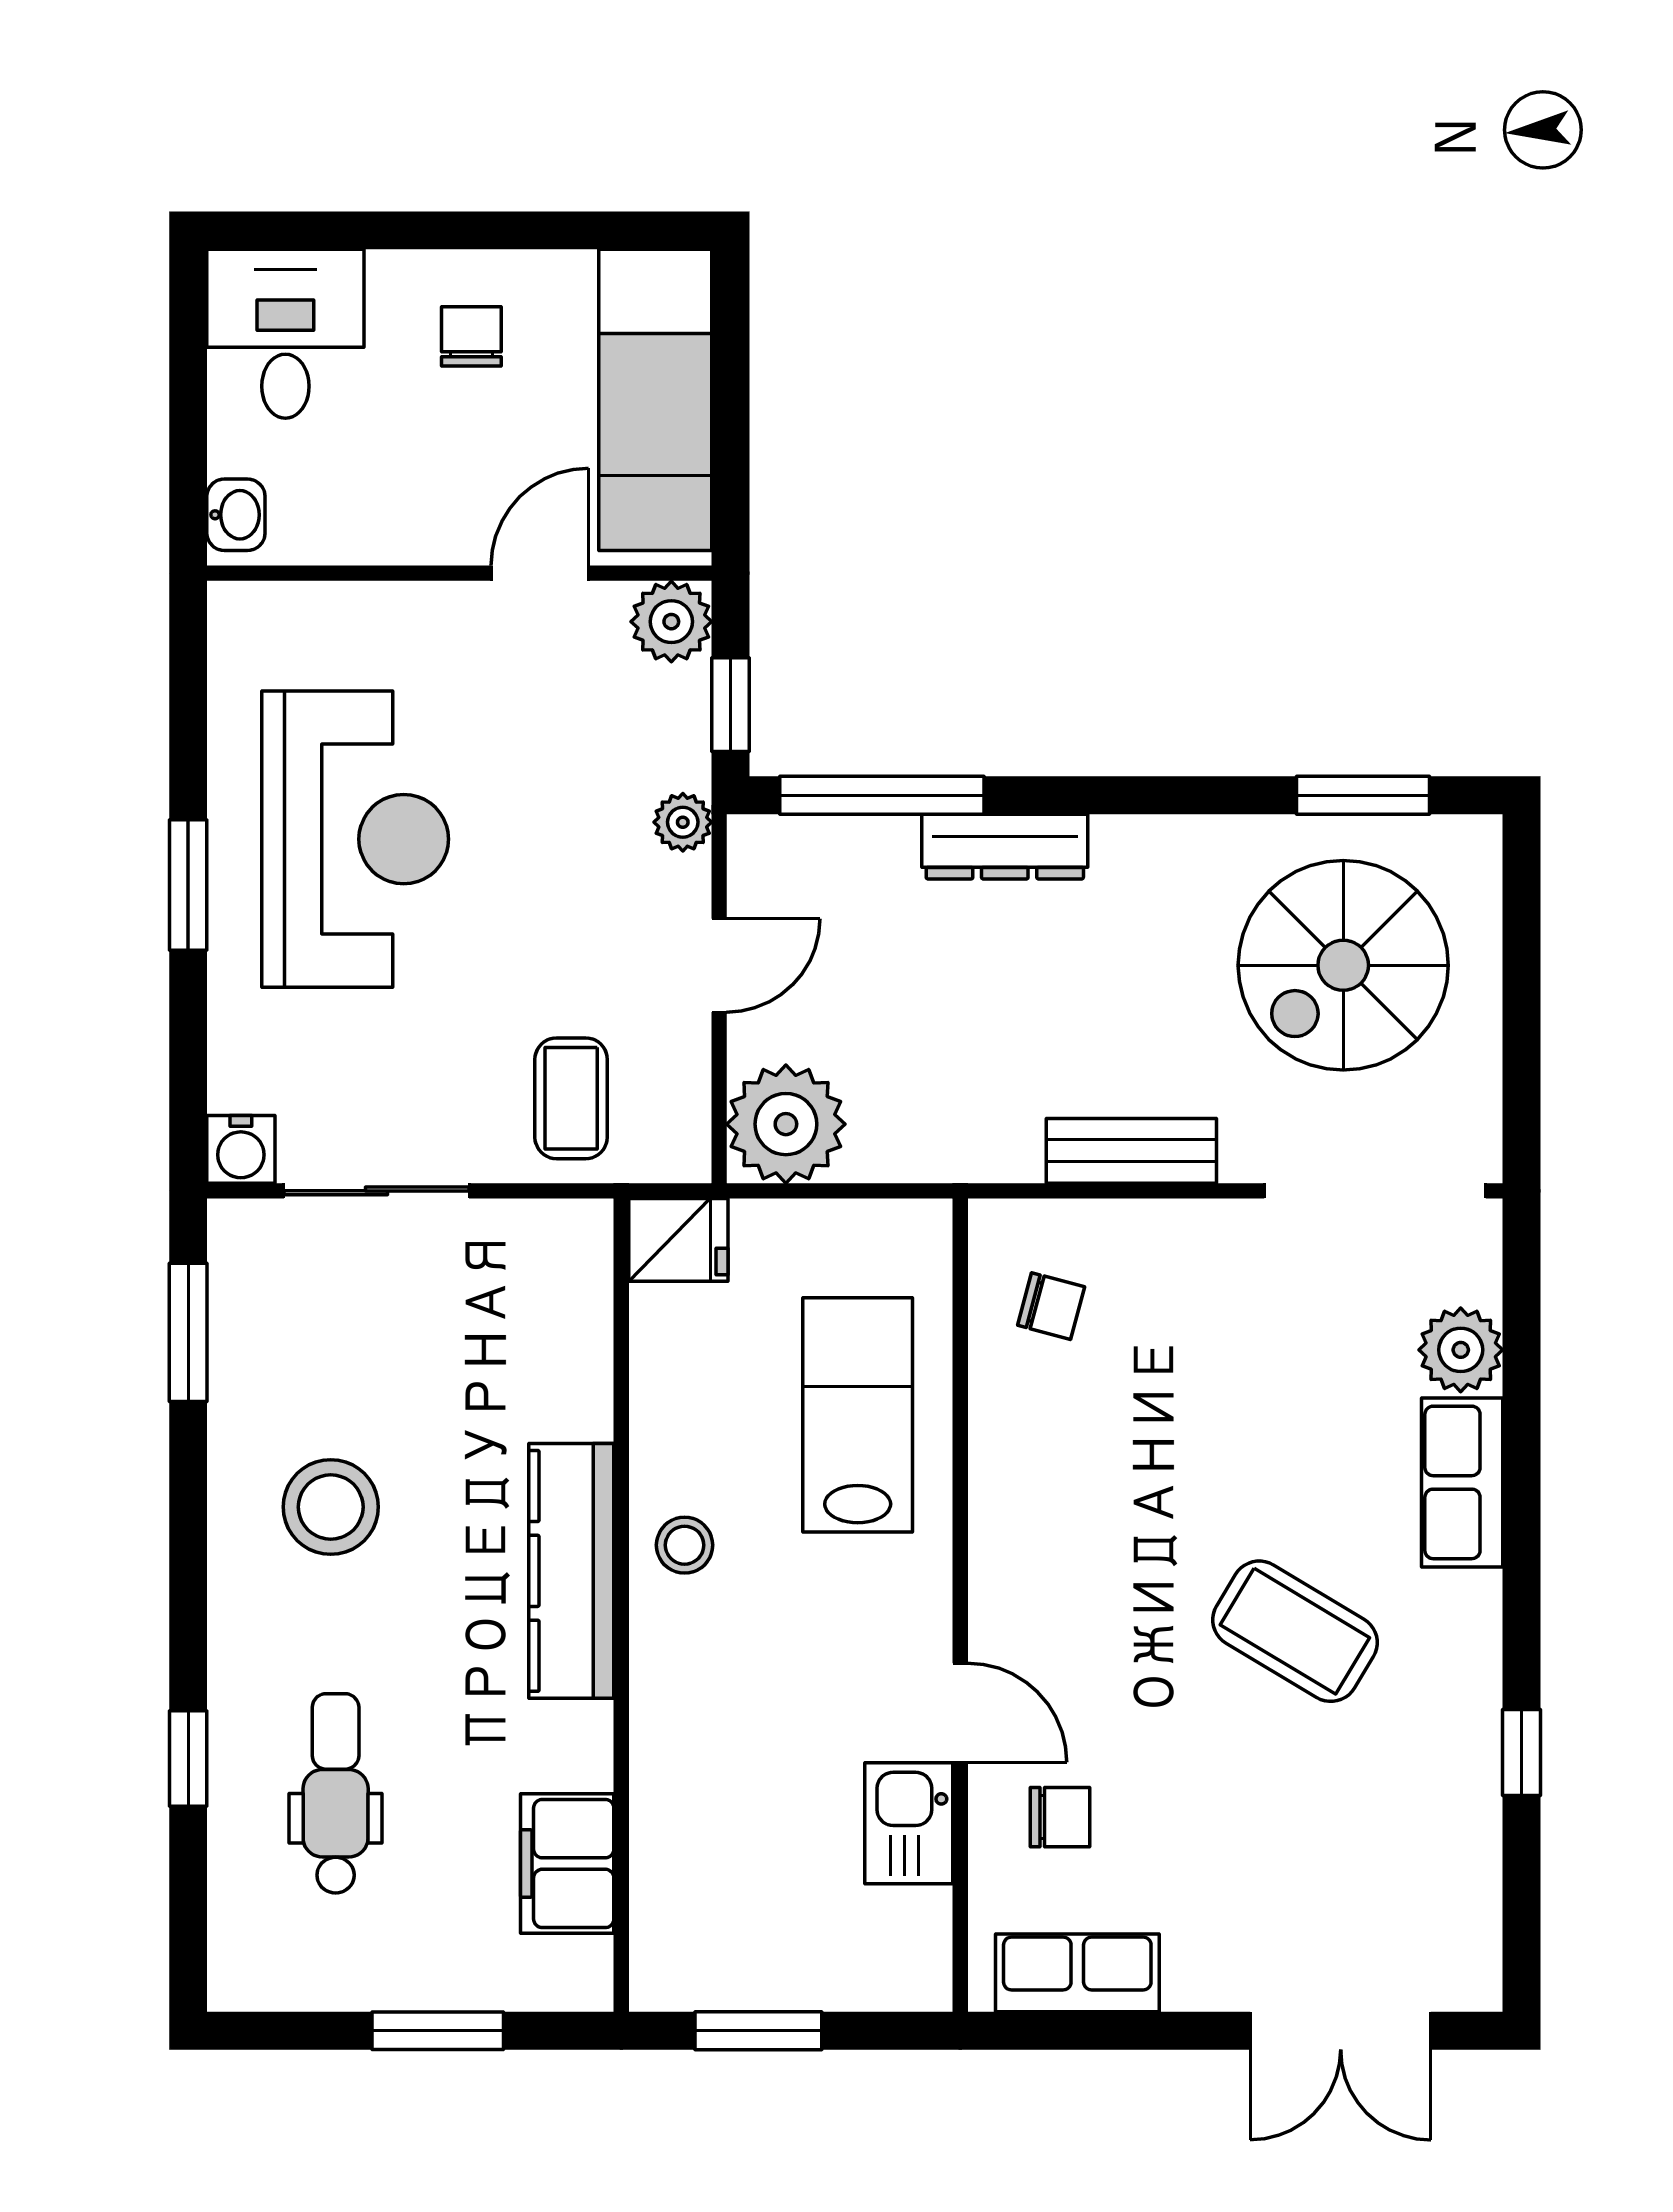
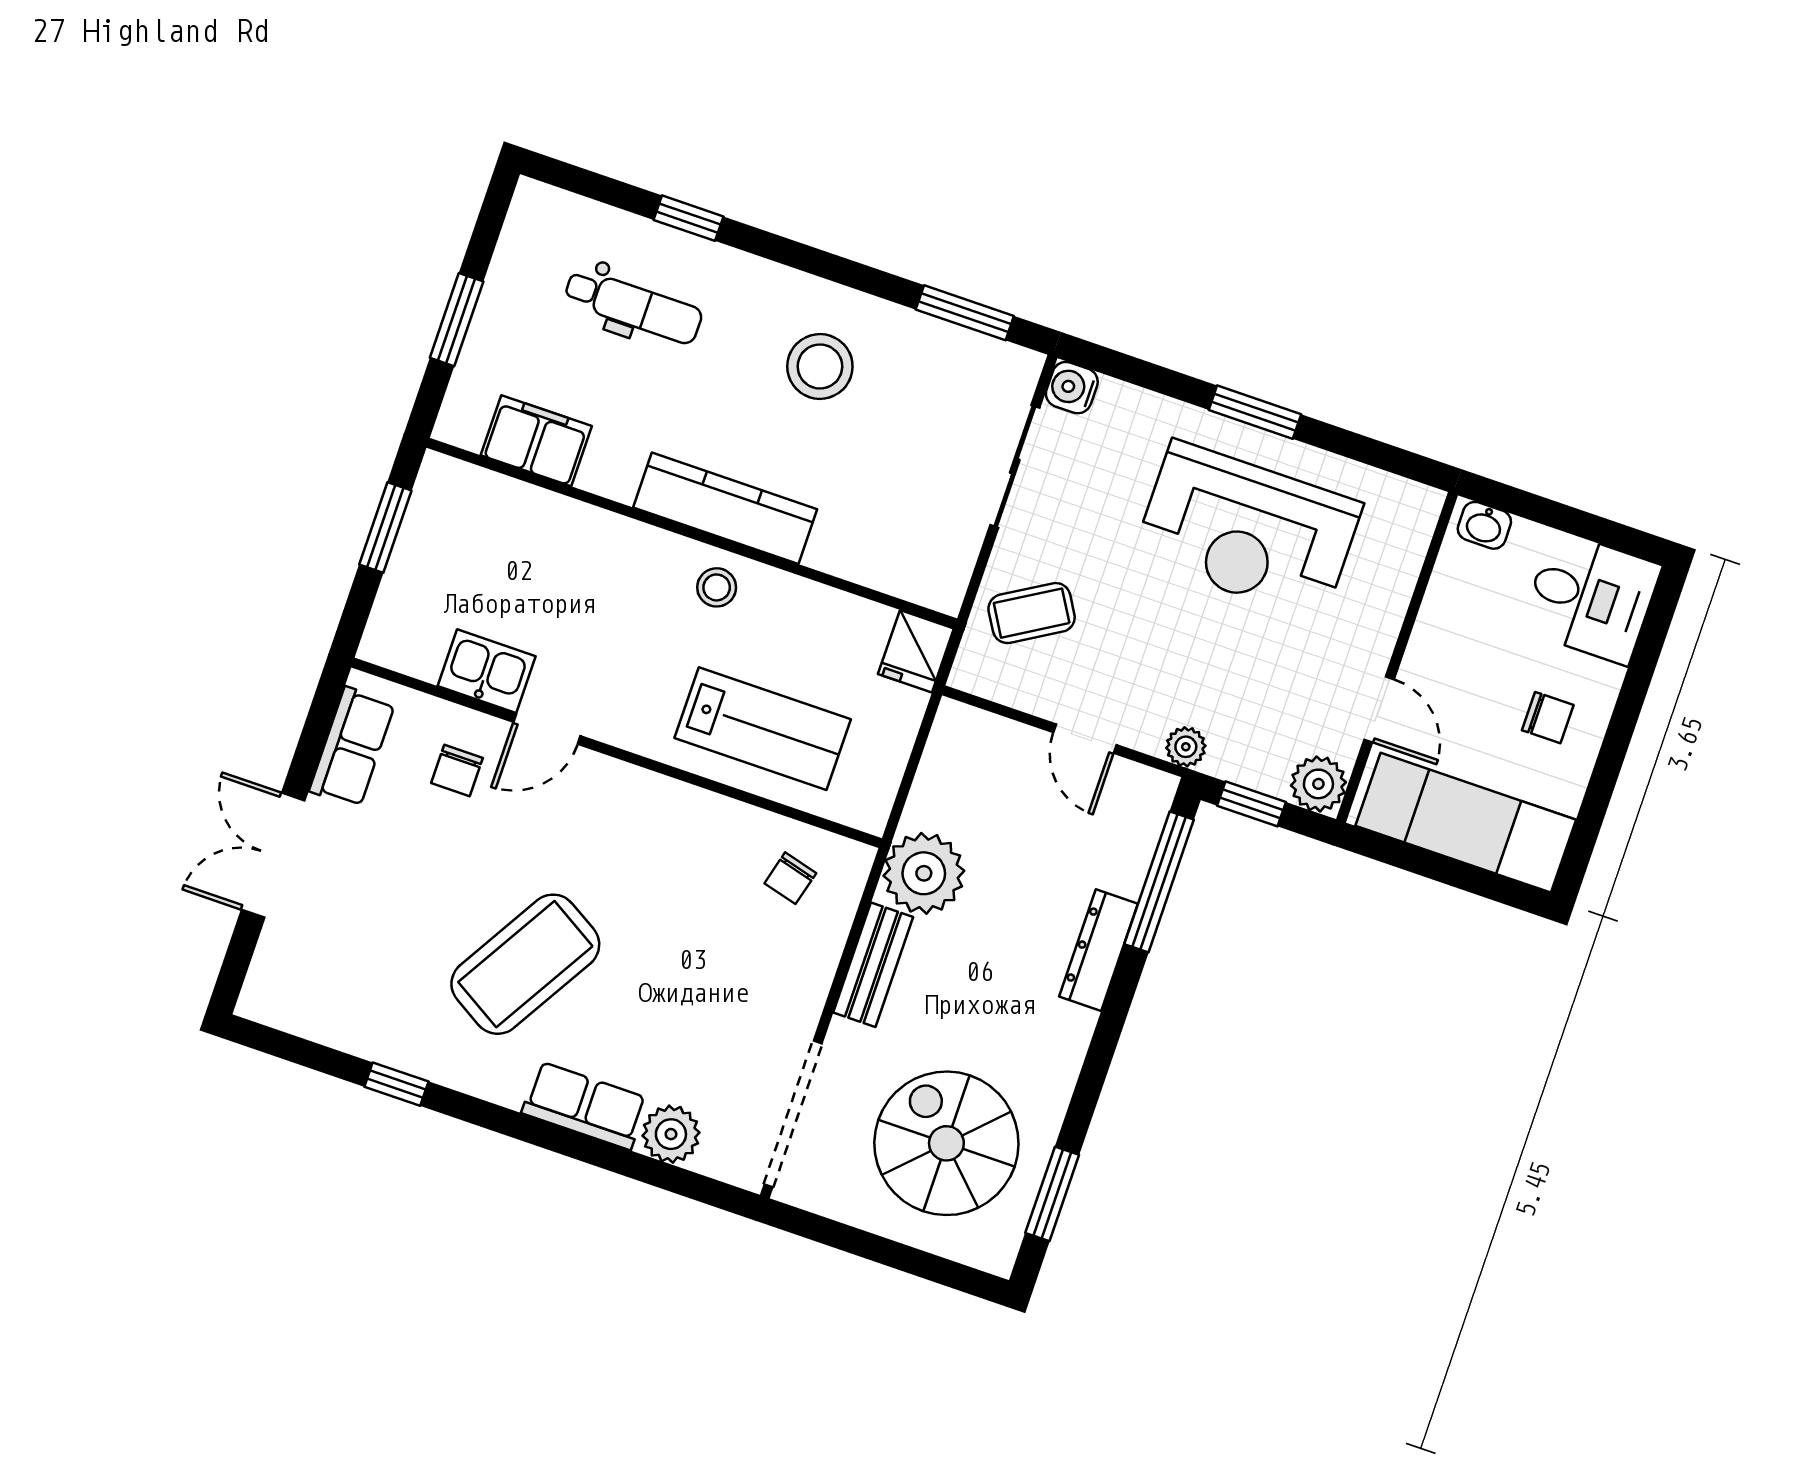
coffee table: (571, 1098) -> (1032, 613), turned -31
plant: (786, 1124) -> (924, 873), moved
coffee table: (1295, 1631) -> (525, 964), width x1.36, depth x1.32
double door: (1341, 2031) -> (273, 855), moved

